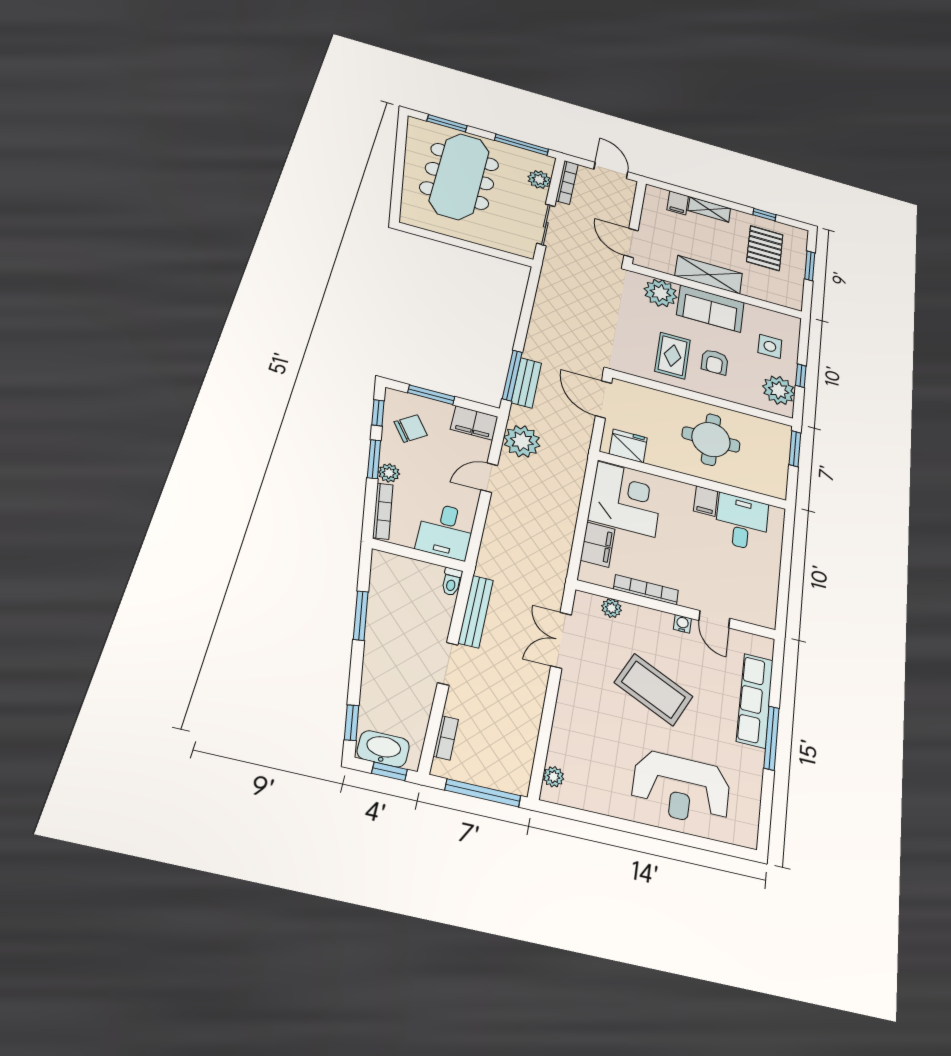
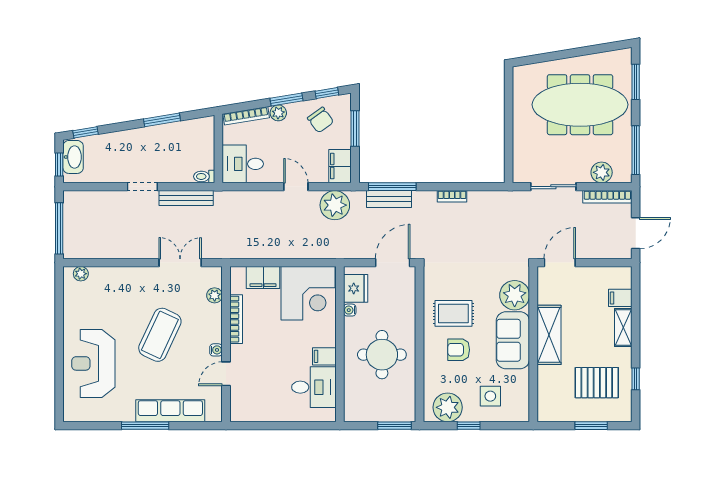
water cooler: (653, 459) -> (350, 310), added
bookcase: (446, 738) -> (452, 196), moved

